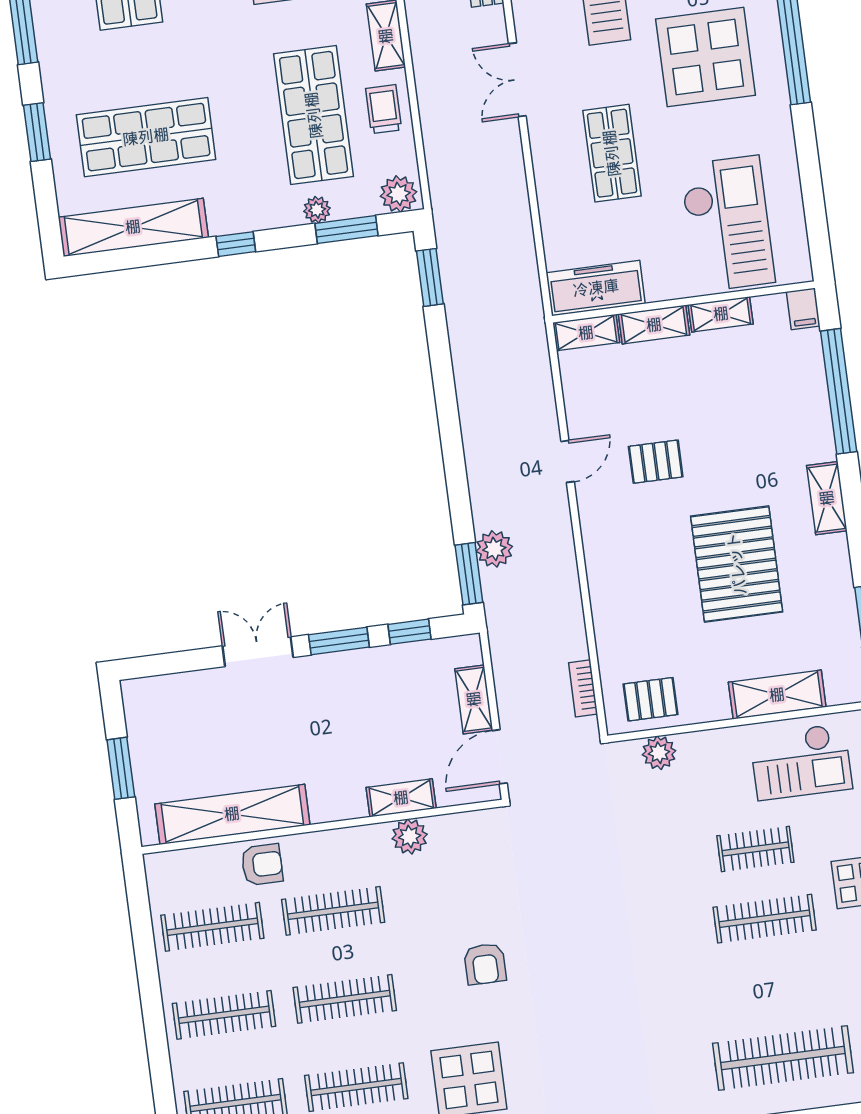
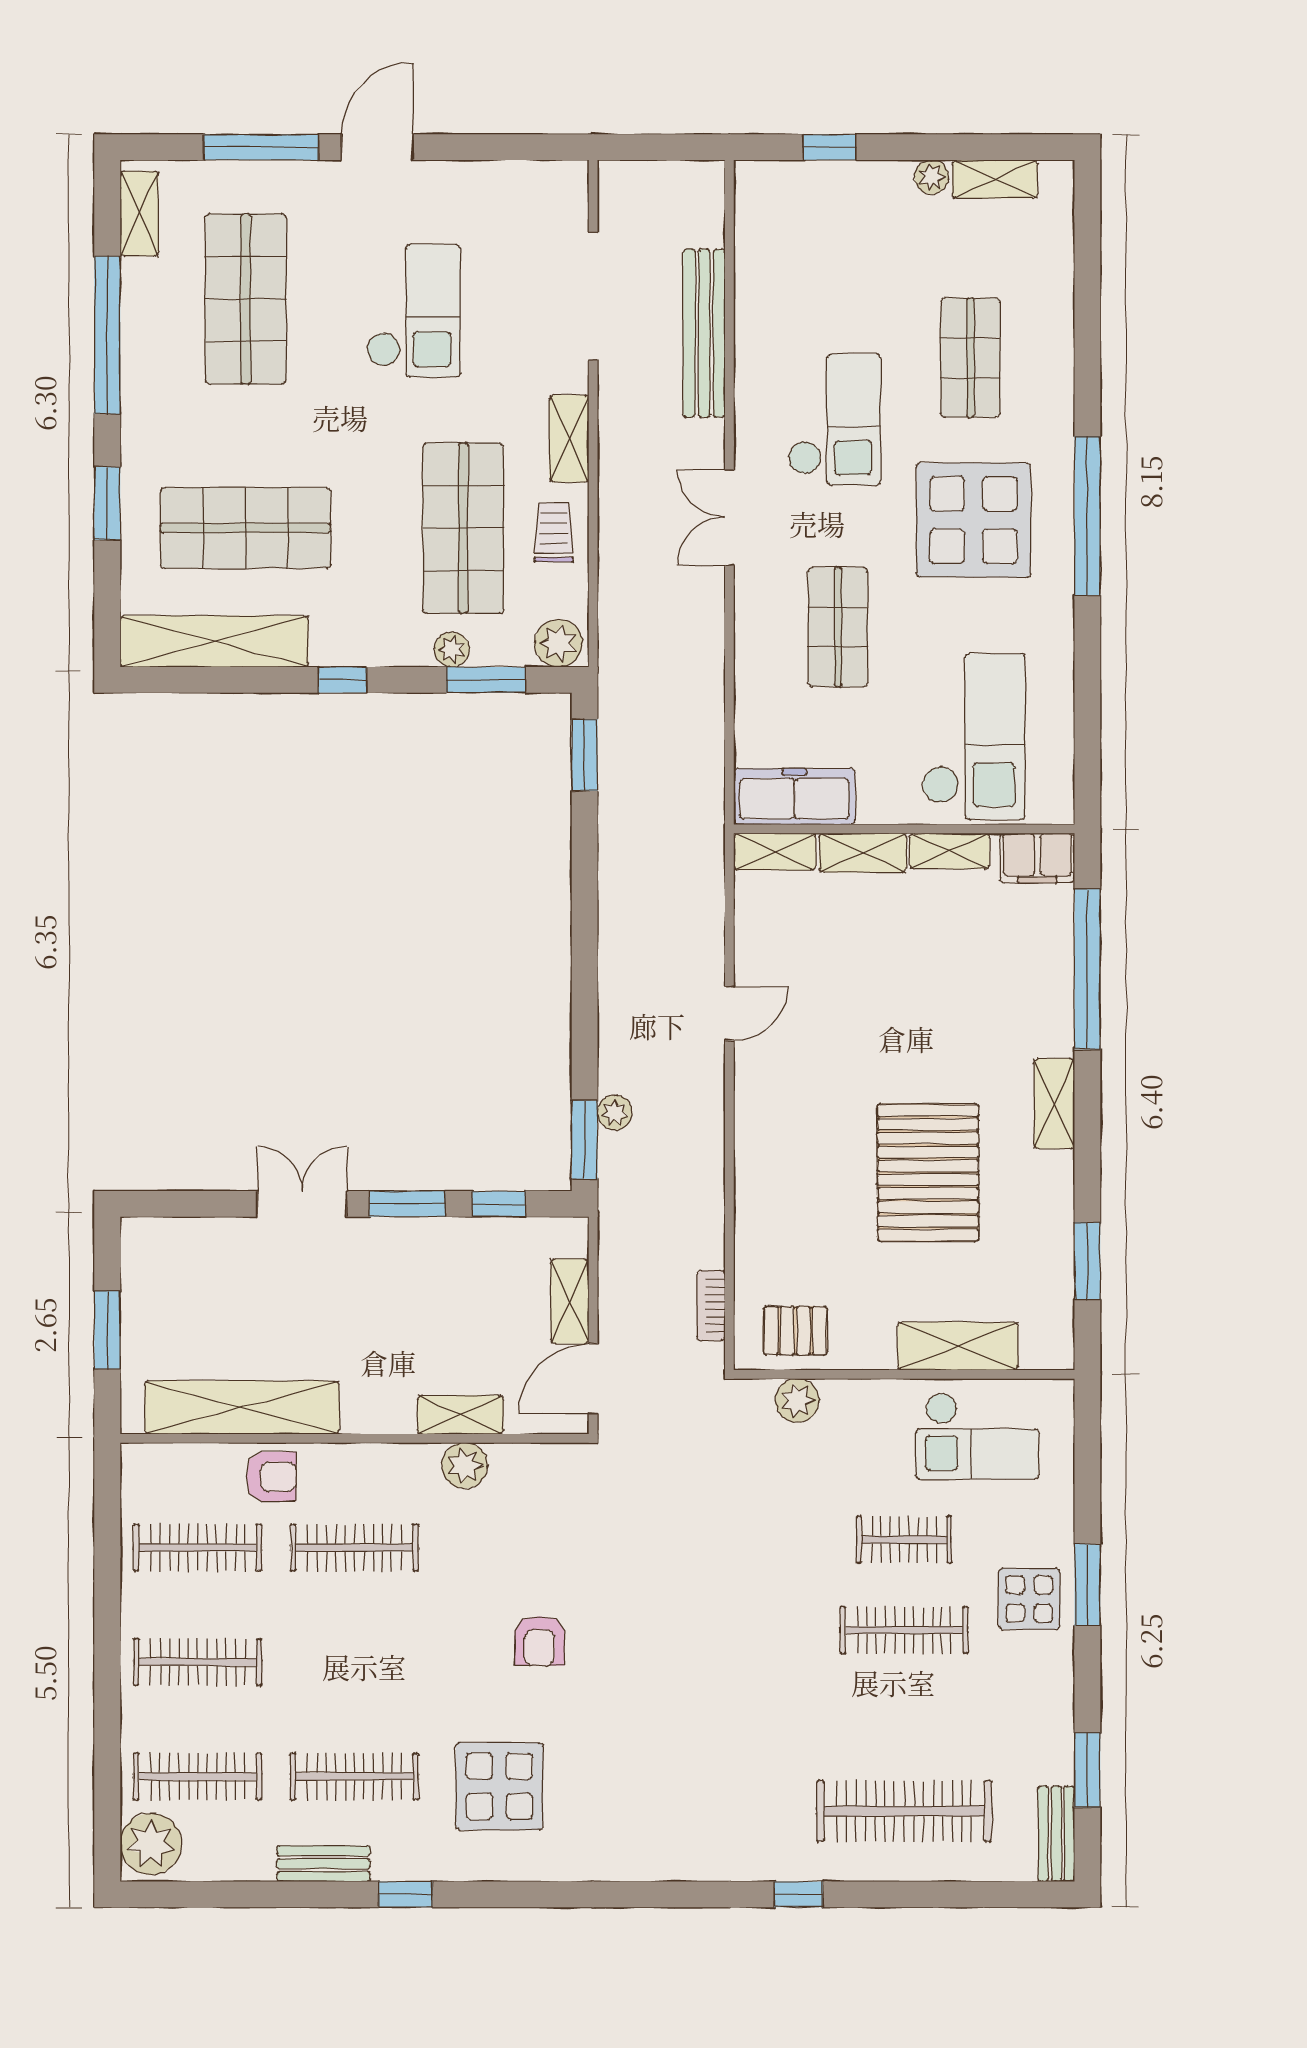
filing cabinet: (803, 309) -> (1037, 858), width x2.00
pallet: (656, 462) -> (842, 1028), removed
plant: (494, 549) -> (615, 1112), width x0.73, depth x0.73
clothes rail: (345, 999) -> (354, 1662), removed

